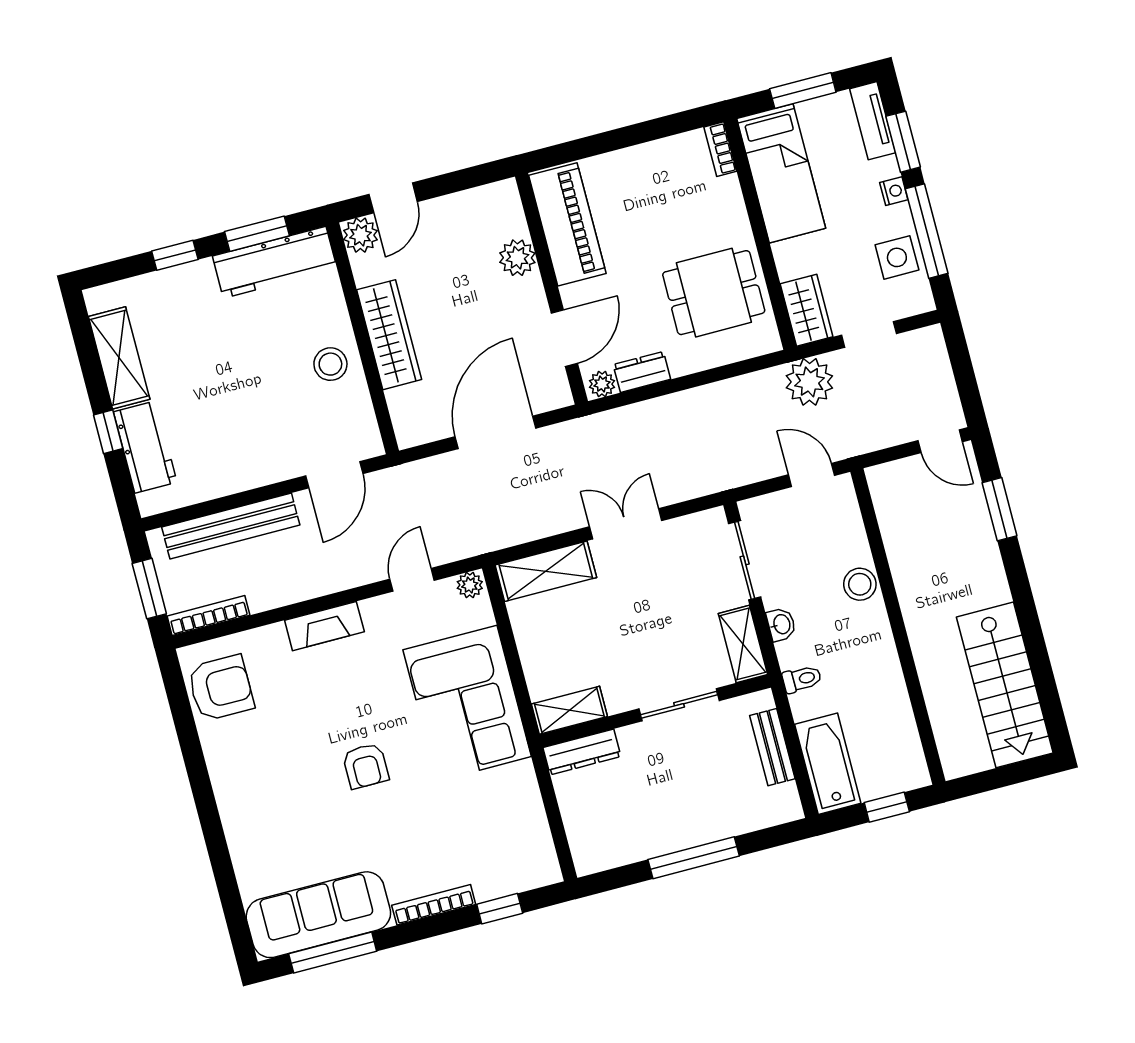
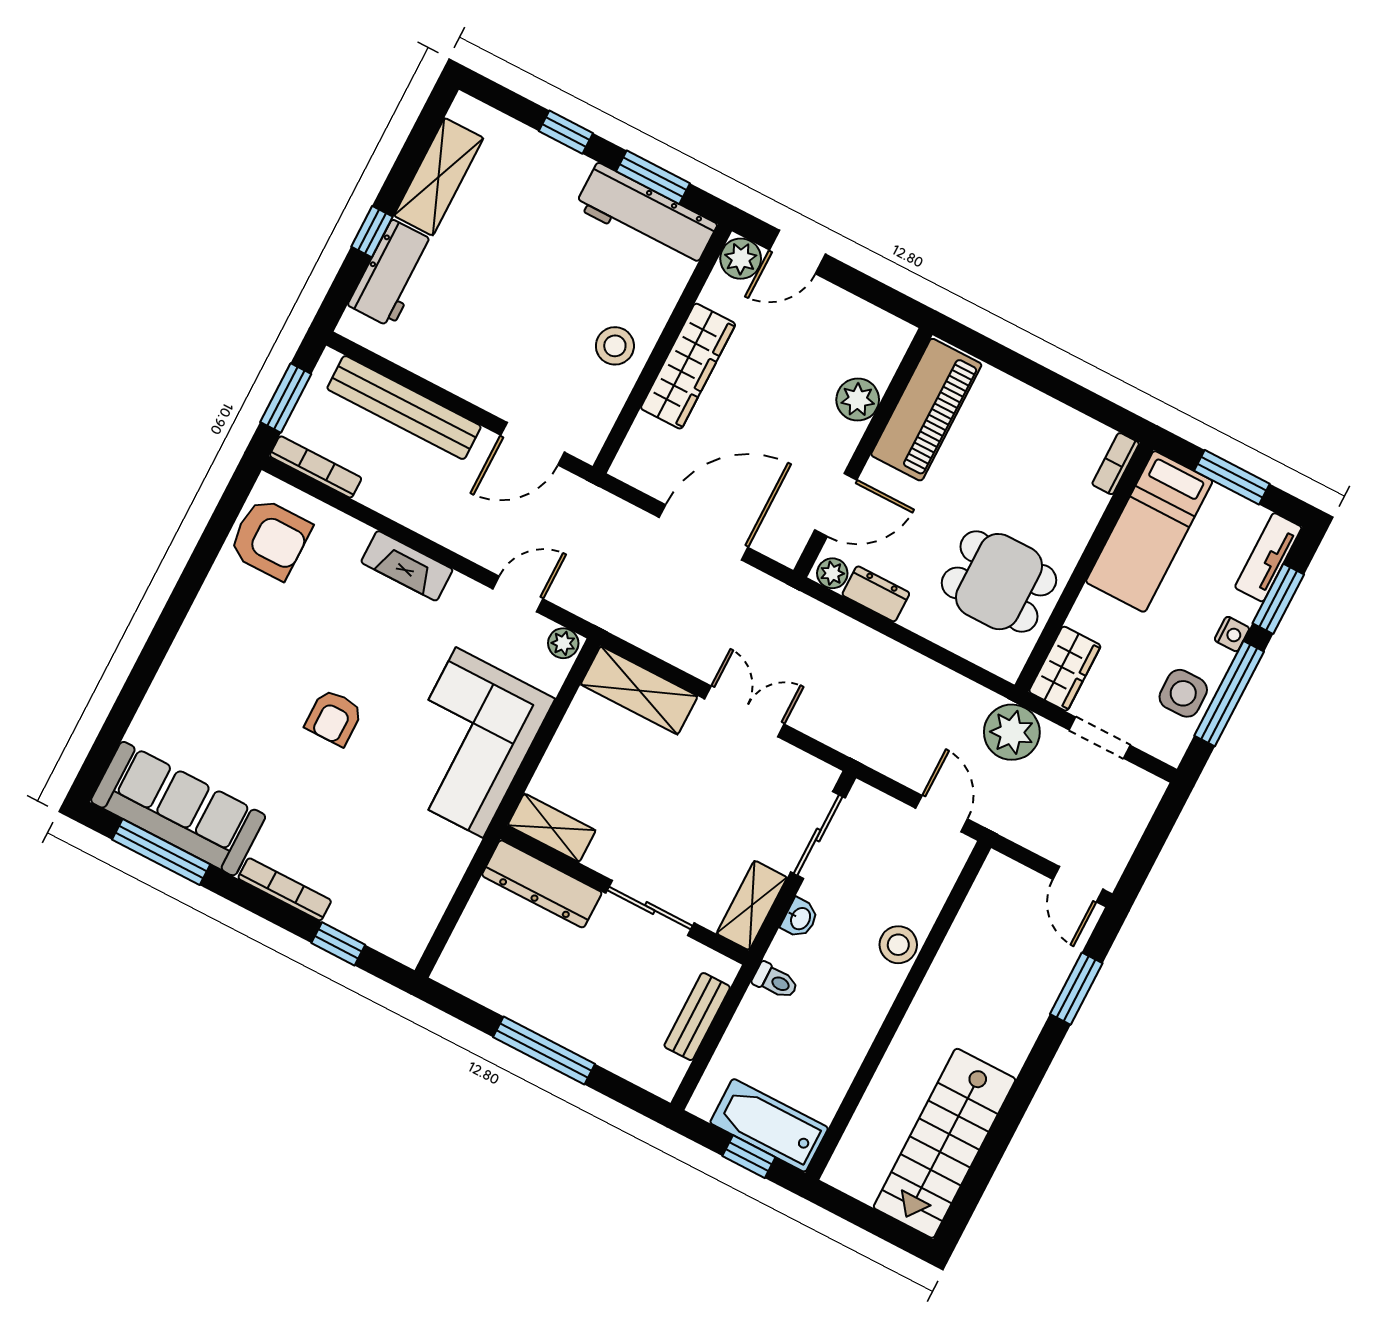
dresser: (582, 752) -> (542, 884), width x1.37, depth x1.24
bathtub: (828, 764) -> (769, 1125), moved, turned -90

